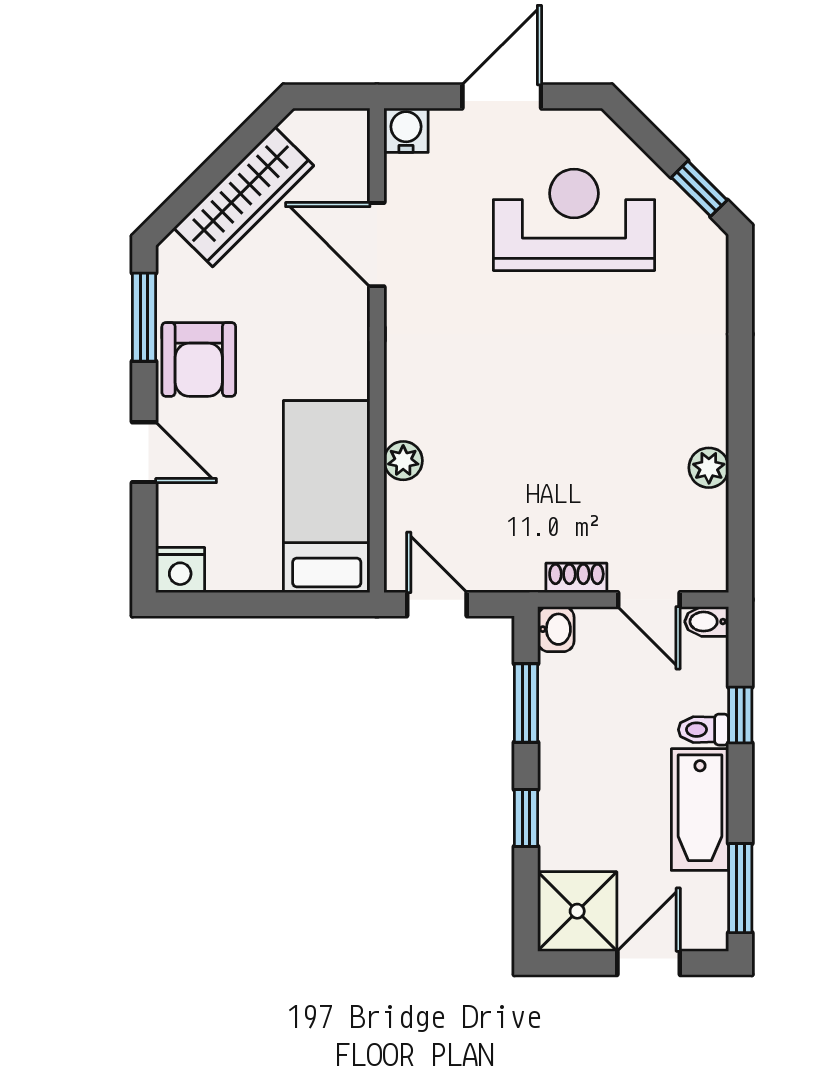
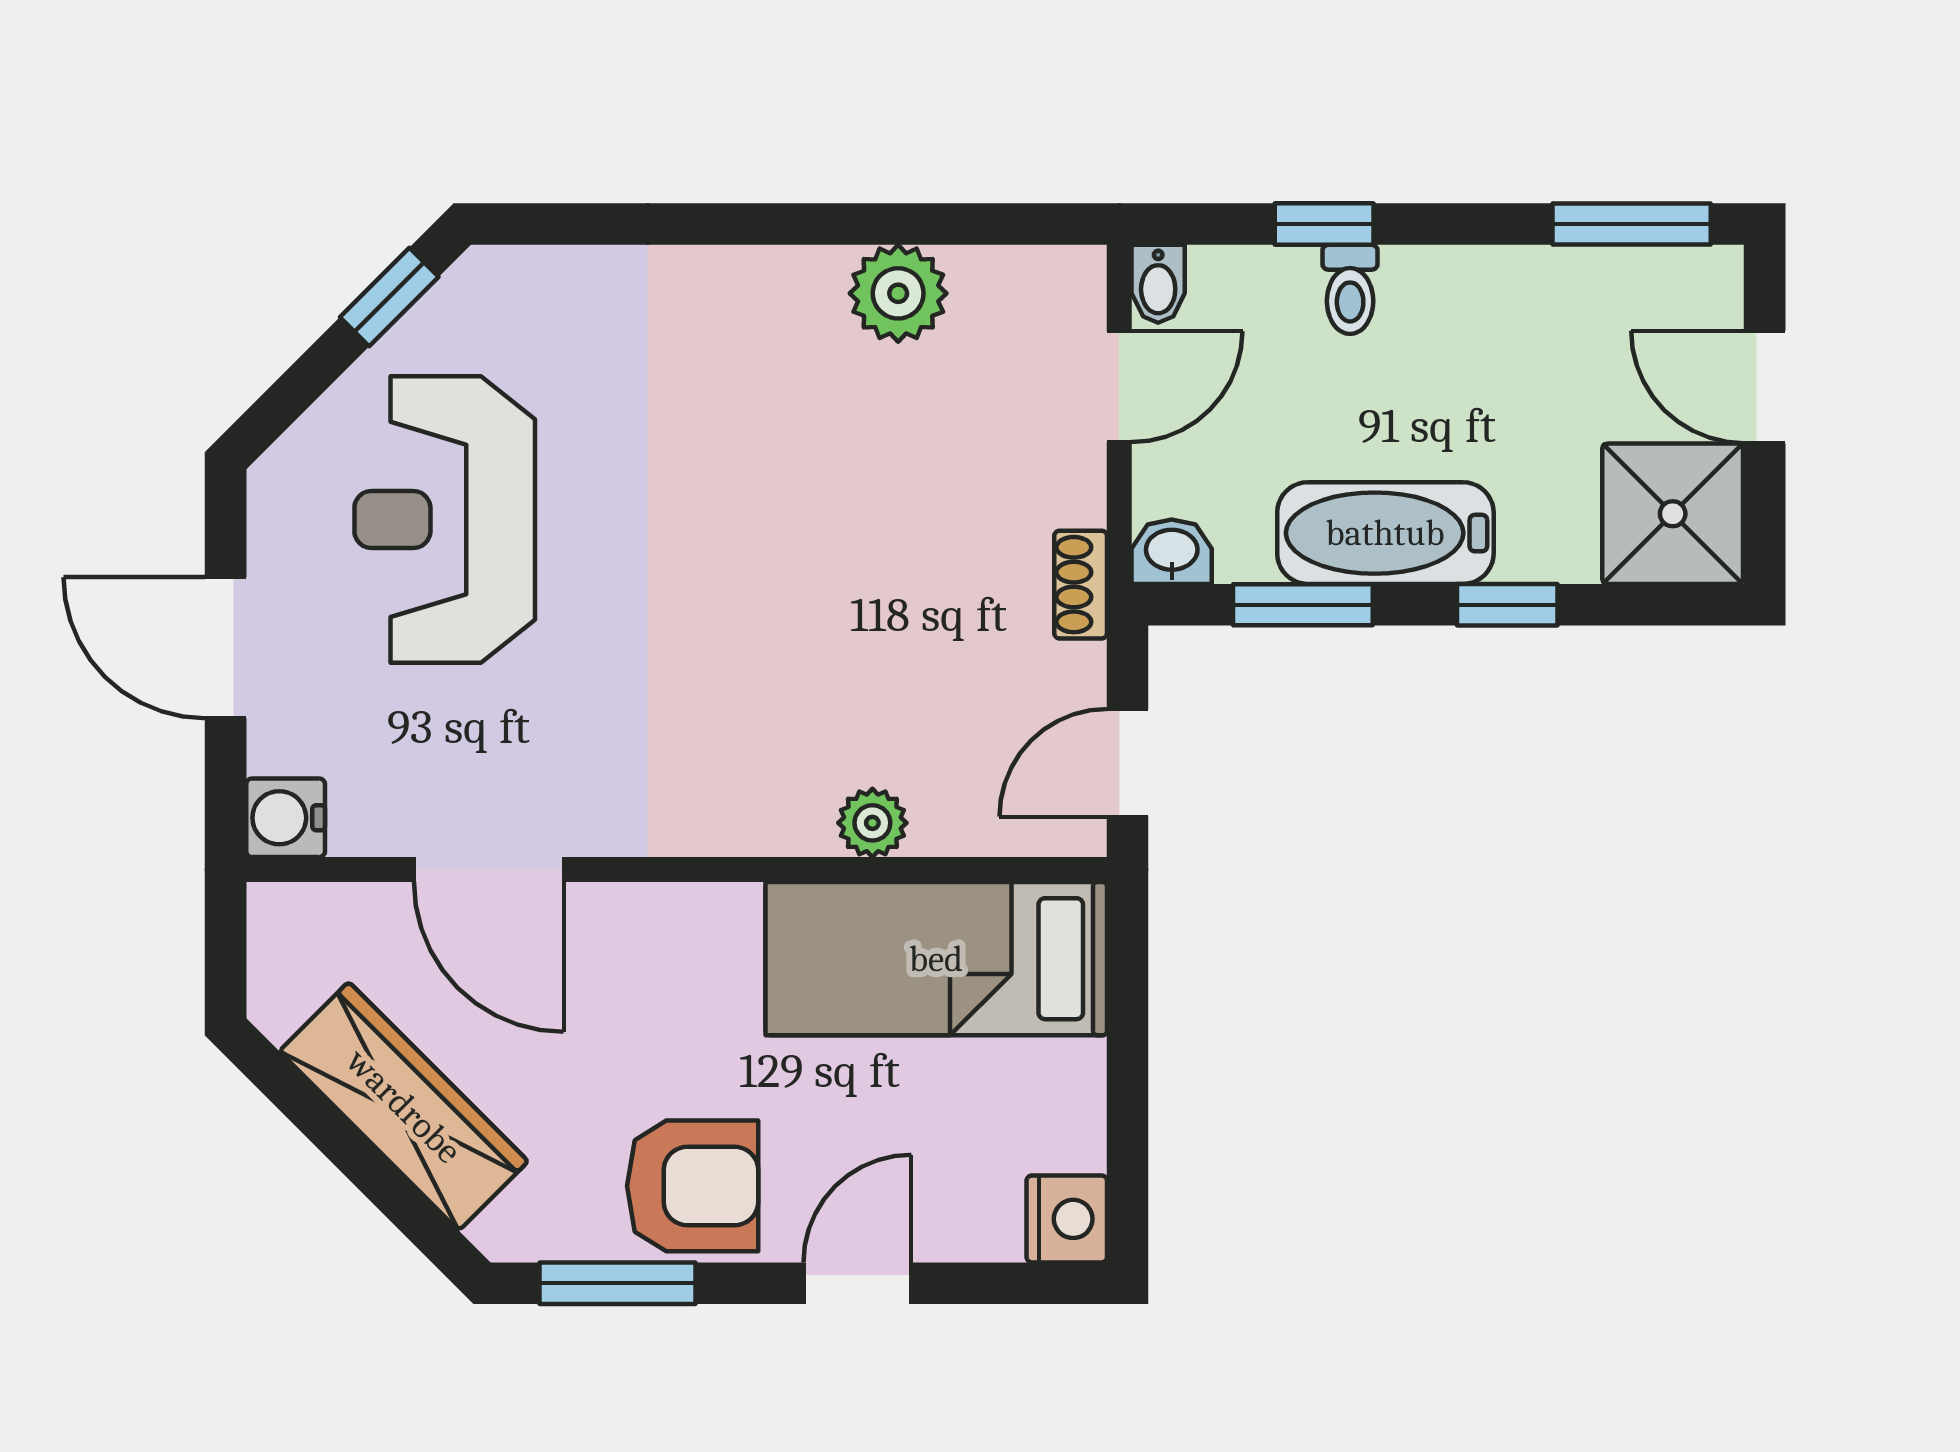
door: (377, 245) -> (489, 869), hinge flipped
plant: (709, 468) -> (898, 293), width x1.38, depth x1.38
shoe rack: (576, 578) -> (1081, 585), moved
bathtub: (700, 810) -> (1385, 533), moved, turned 180

